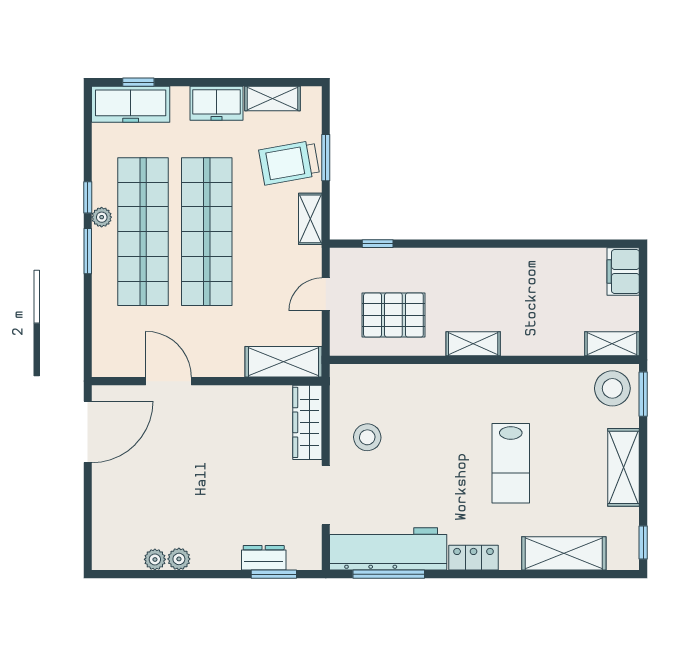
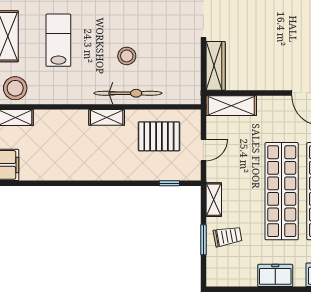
shelving: (273, 99) -> (238, 279), removed
trolley: (289, 163) -> (228, 236), width x0.73, depth x0.72
bicycle: (441, 381) -> (128, 93), added
stool: (367, 437) -> (127, 56), moved
lab bench: (511, 463) -> (58, 40), moved

